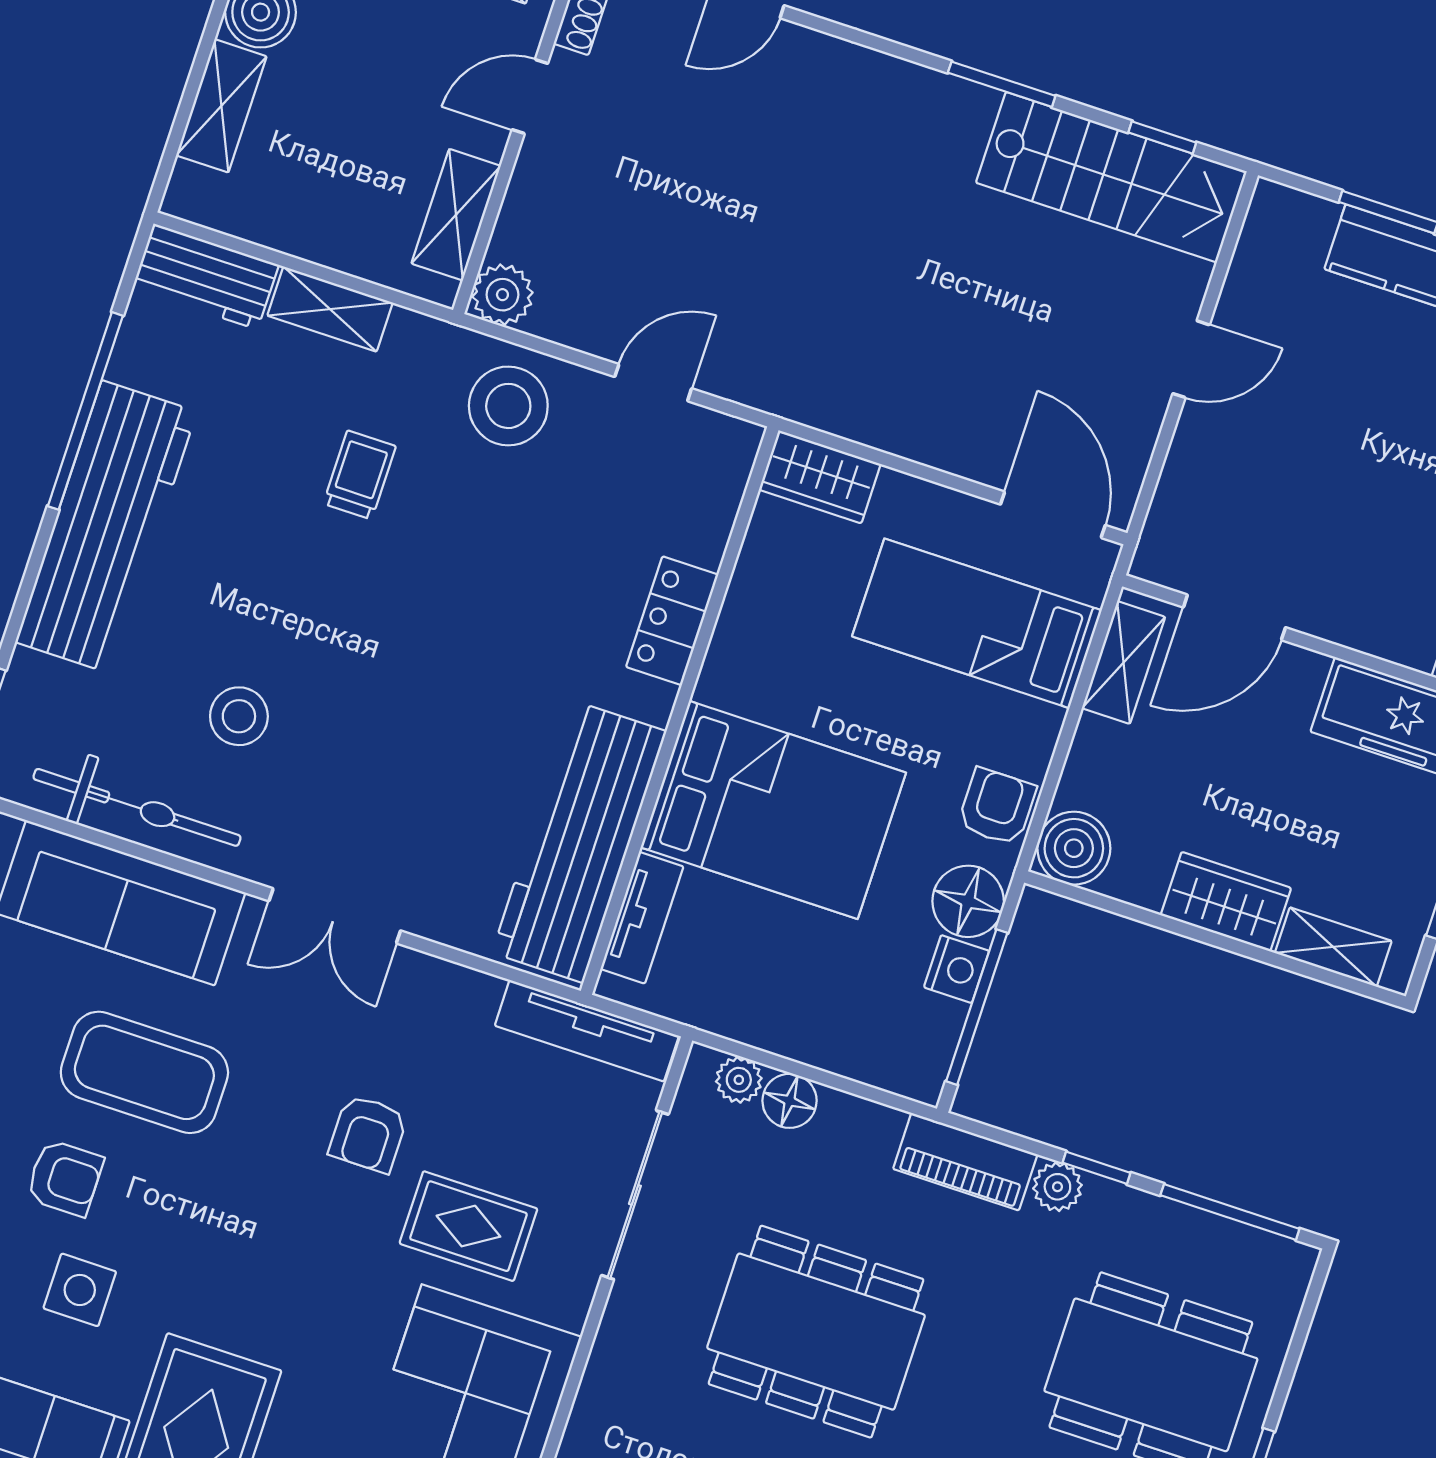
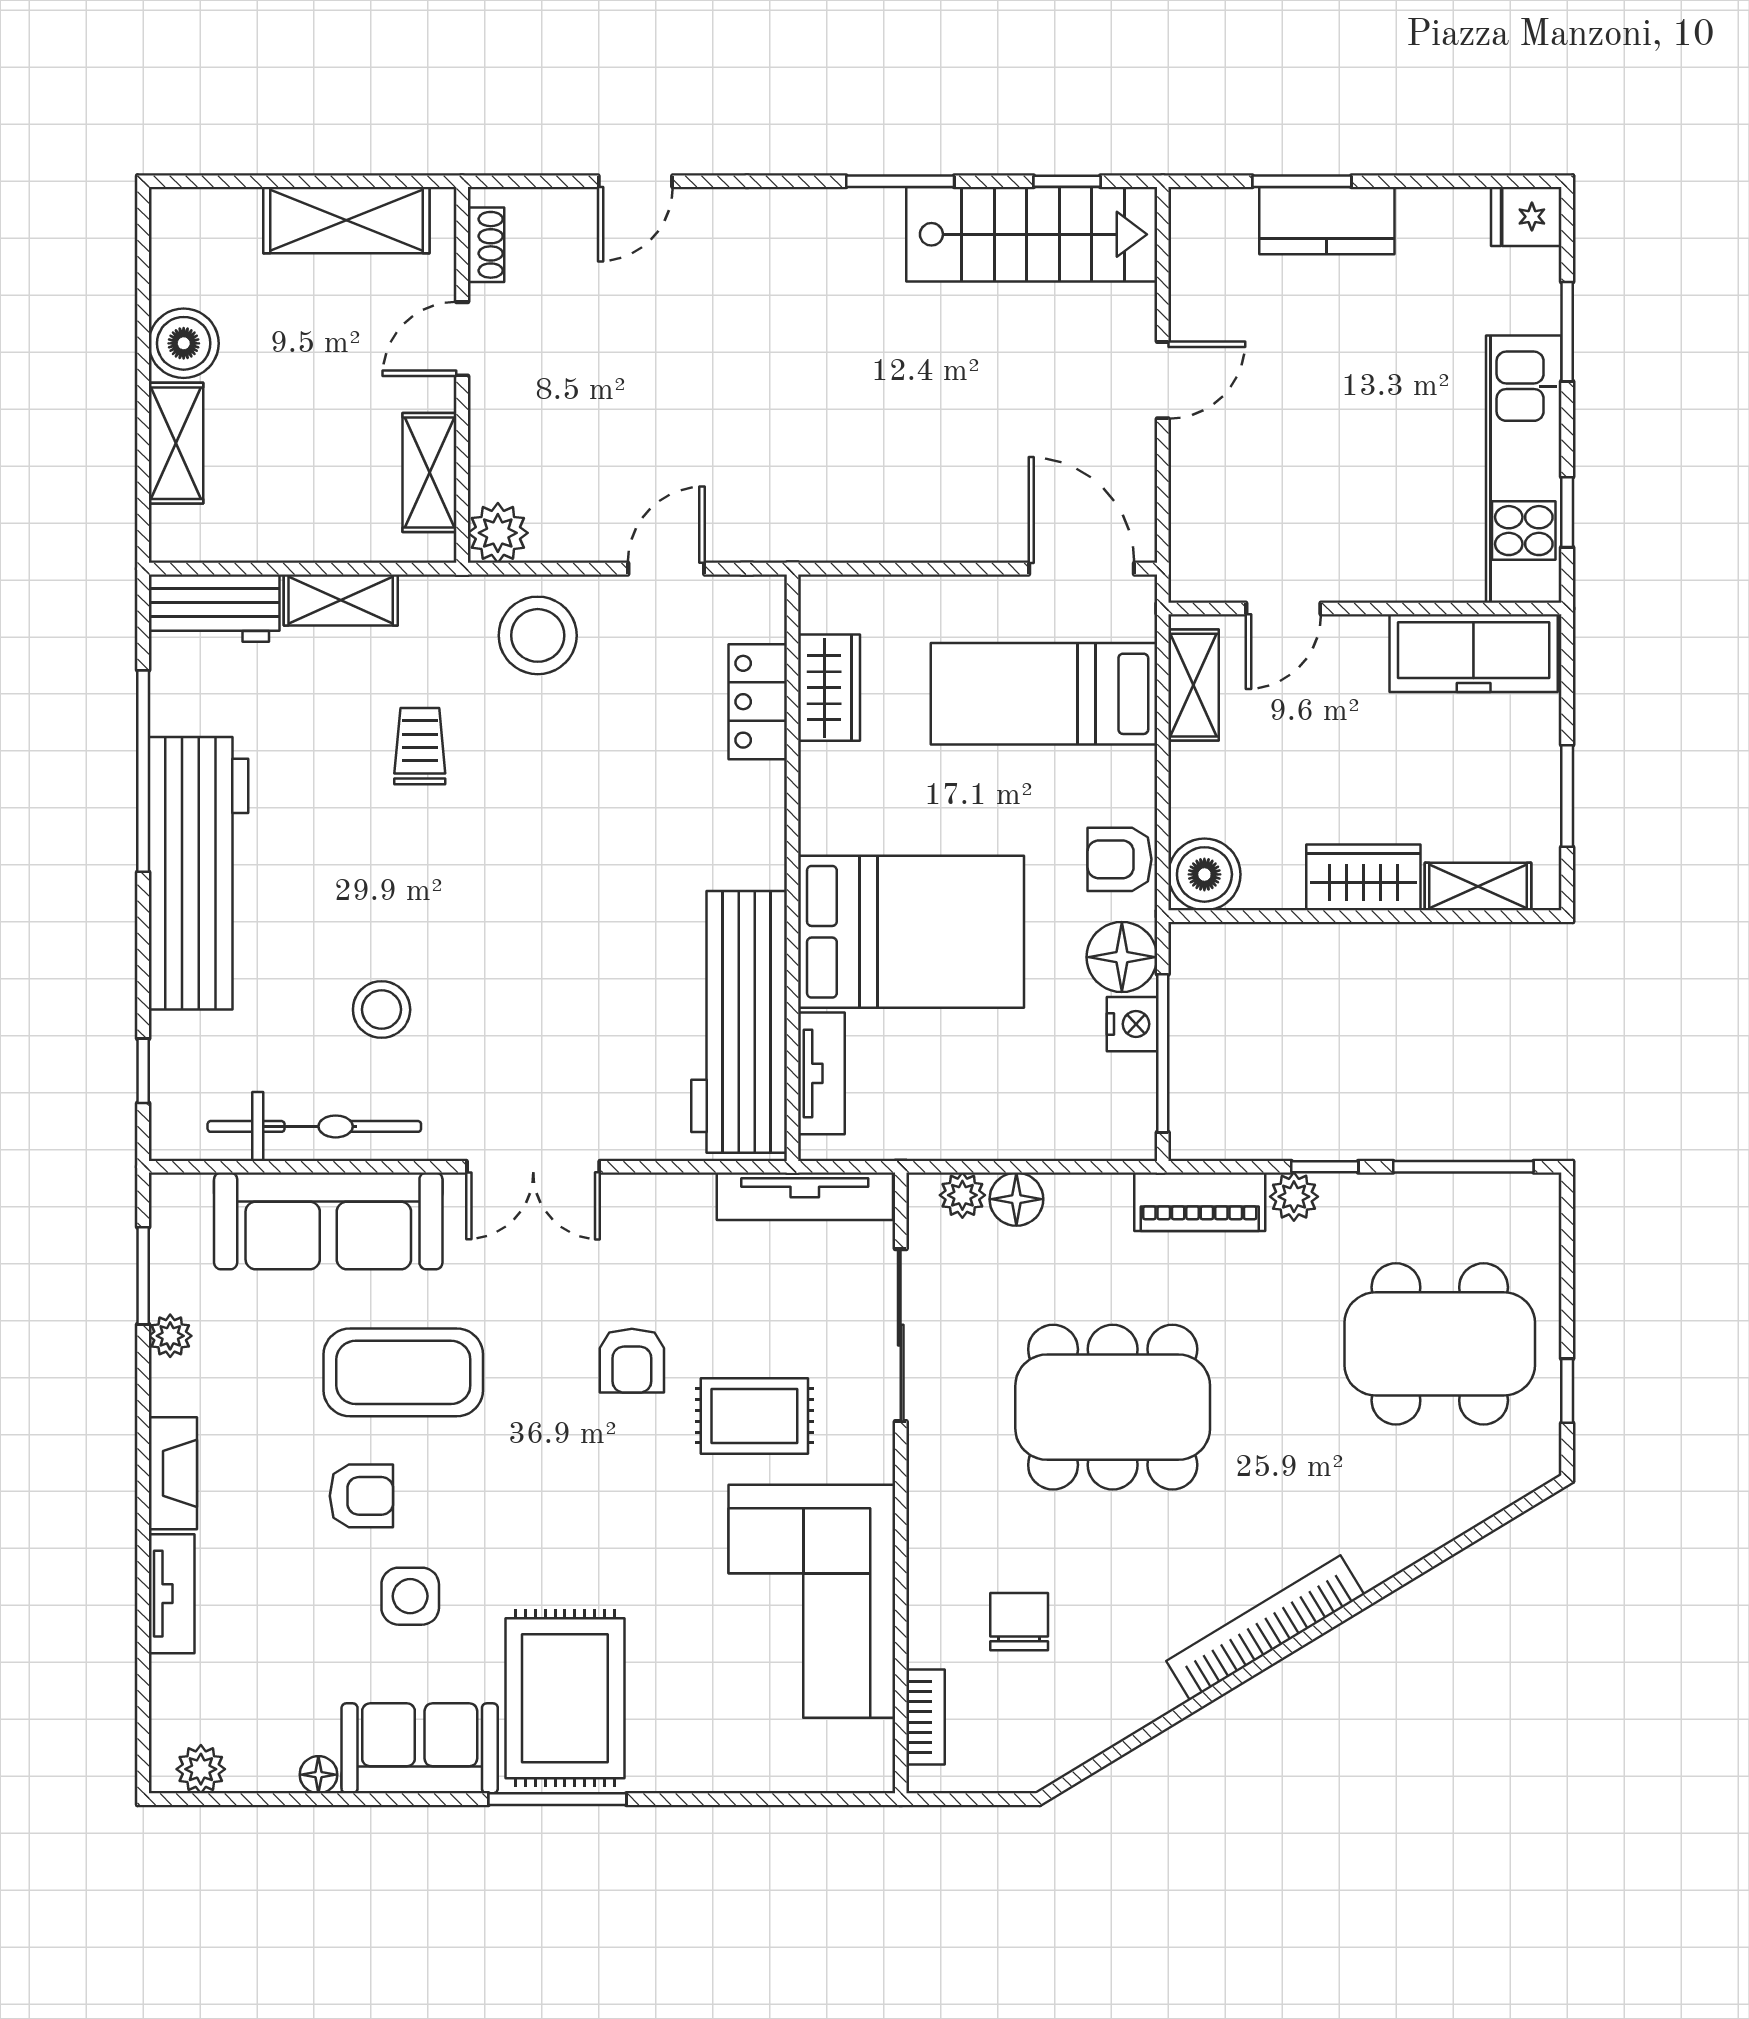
wardrobe: (820, 477) -> (829, 688), moved, turned -90
door: (1234, 617) -> (1283, 609), width x0.73
locker: (672, 621) -> (758, 702), moved
armchair: (997, 807) -> (1119, 859), turned -90

